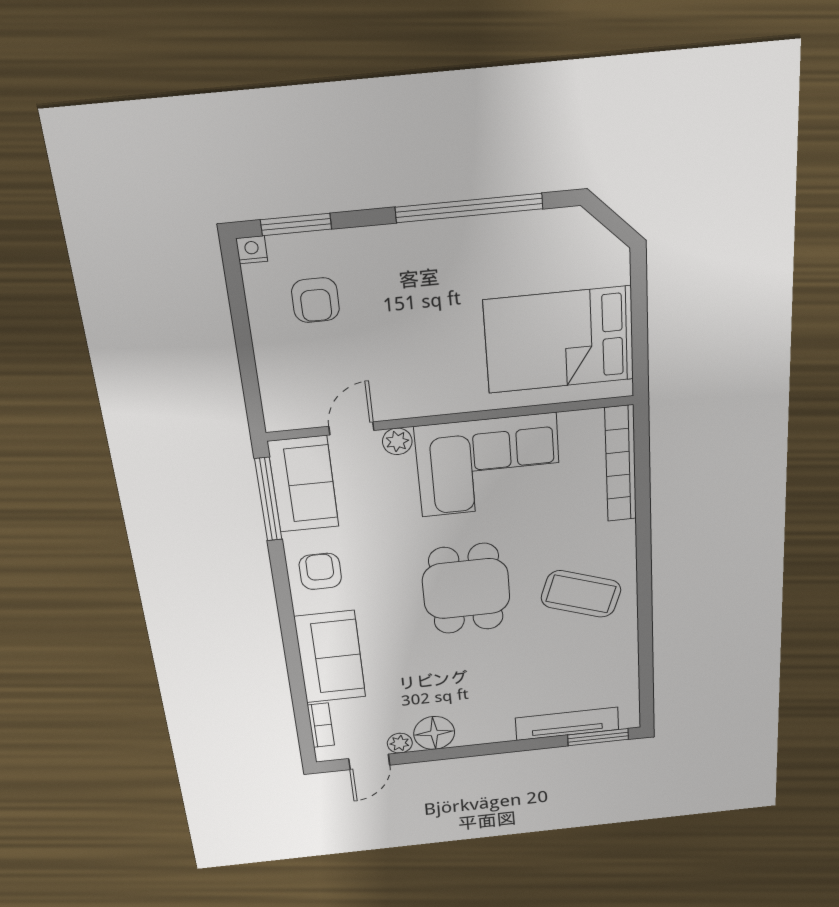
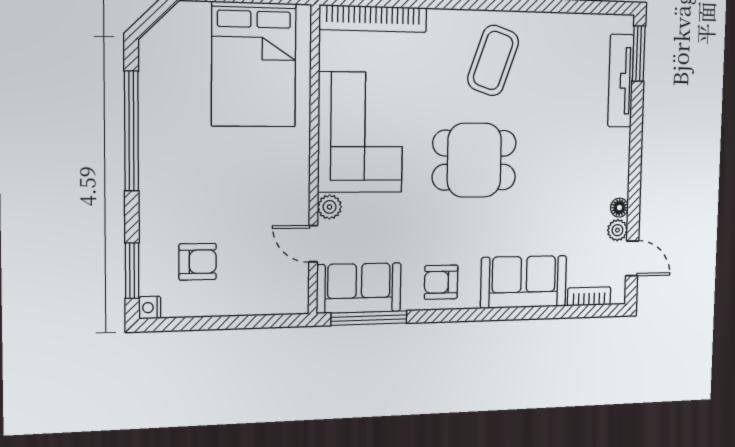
floor lamp: (434, 733) -> (619, 208), width x0.53, depth x0.53

